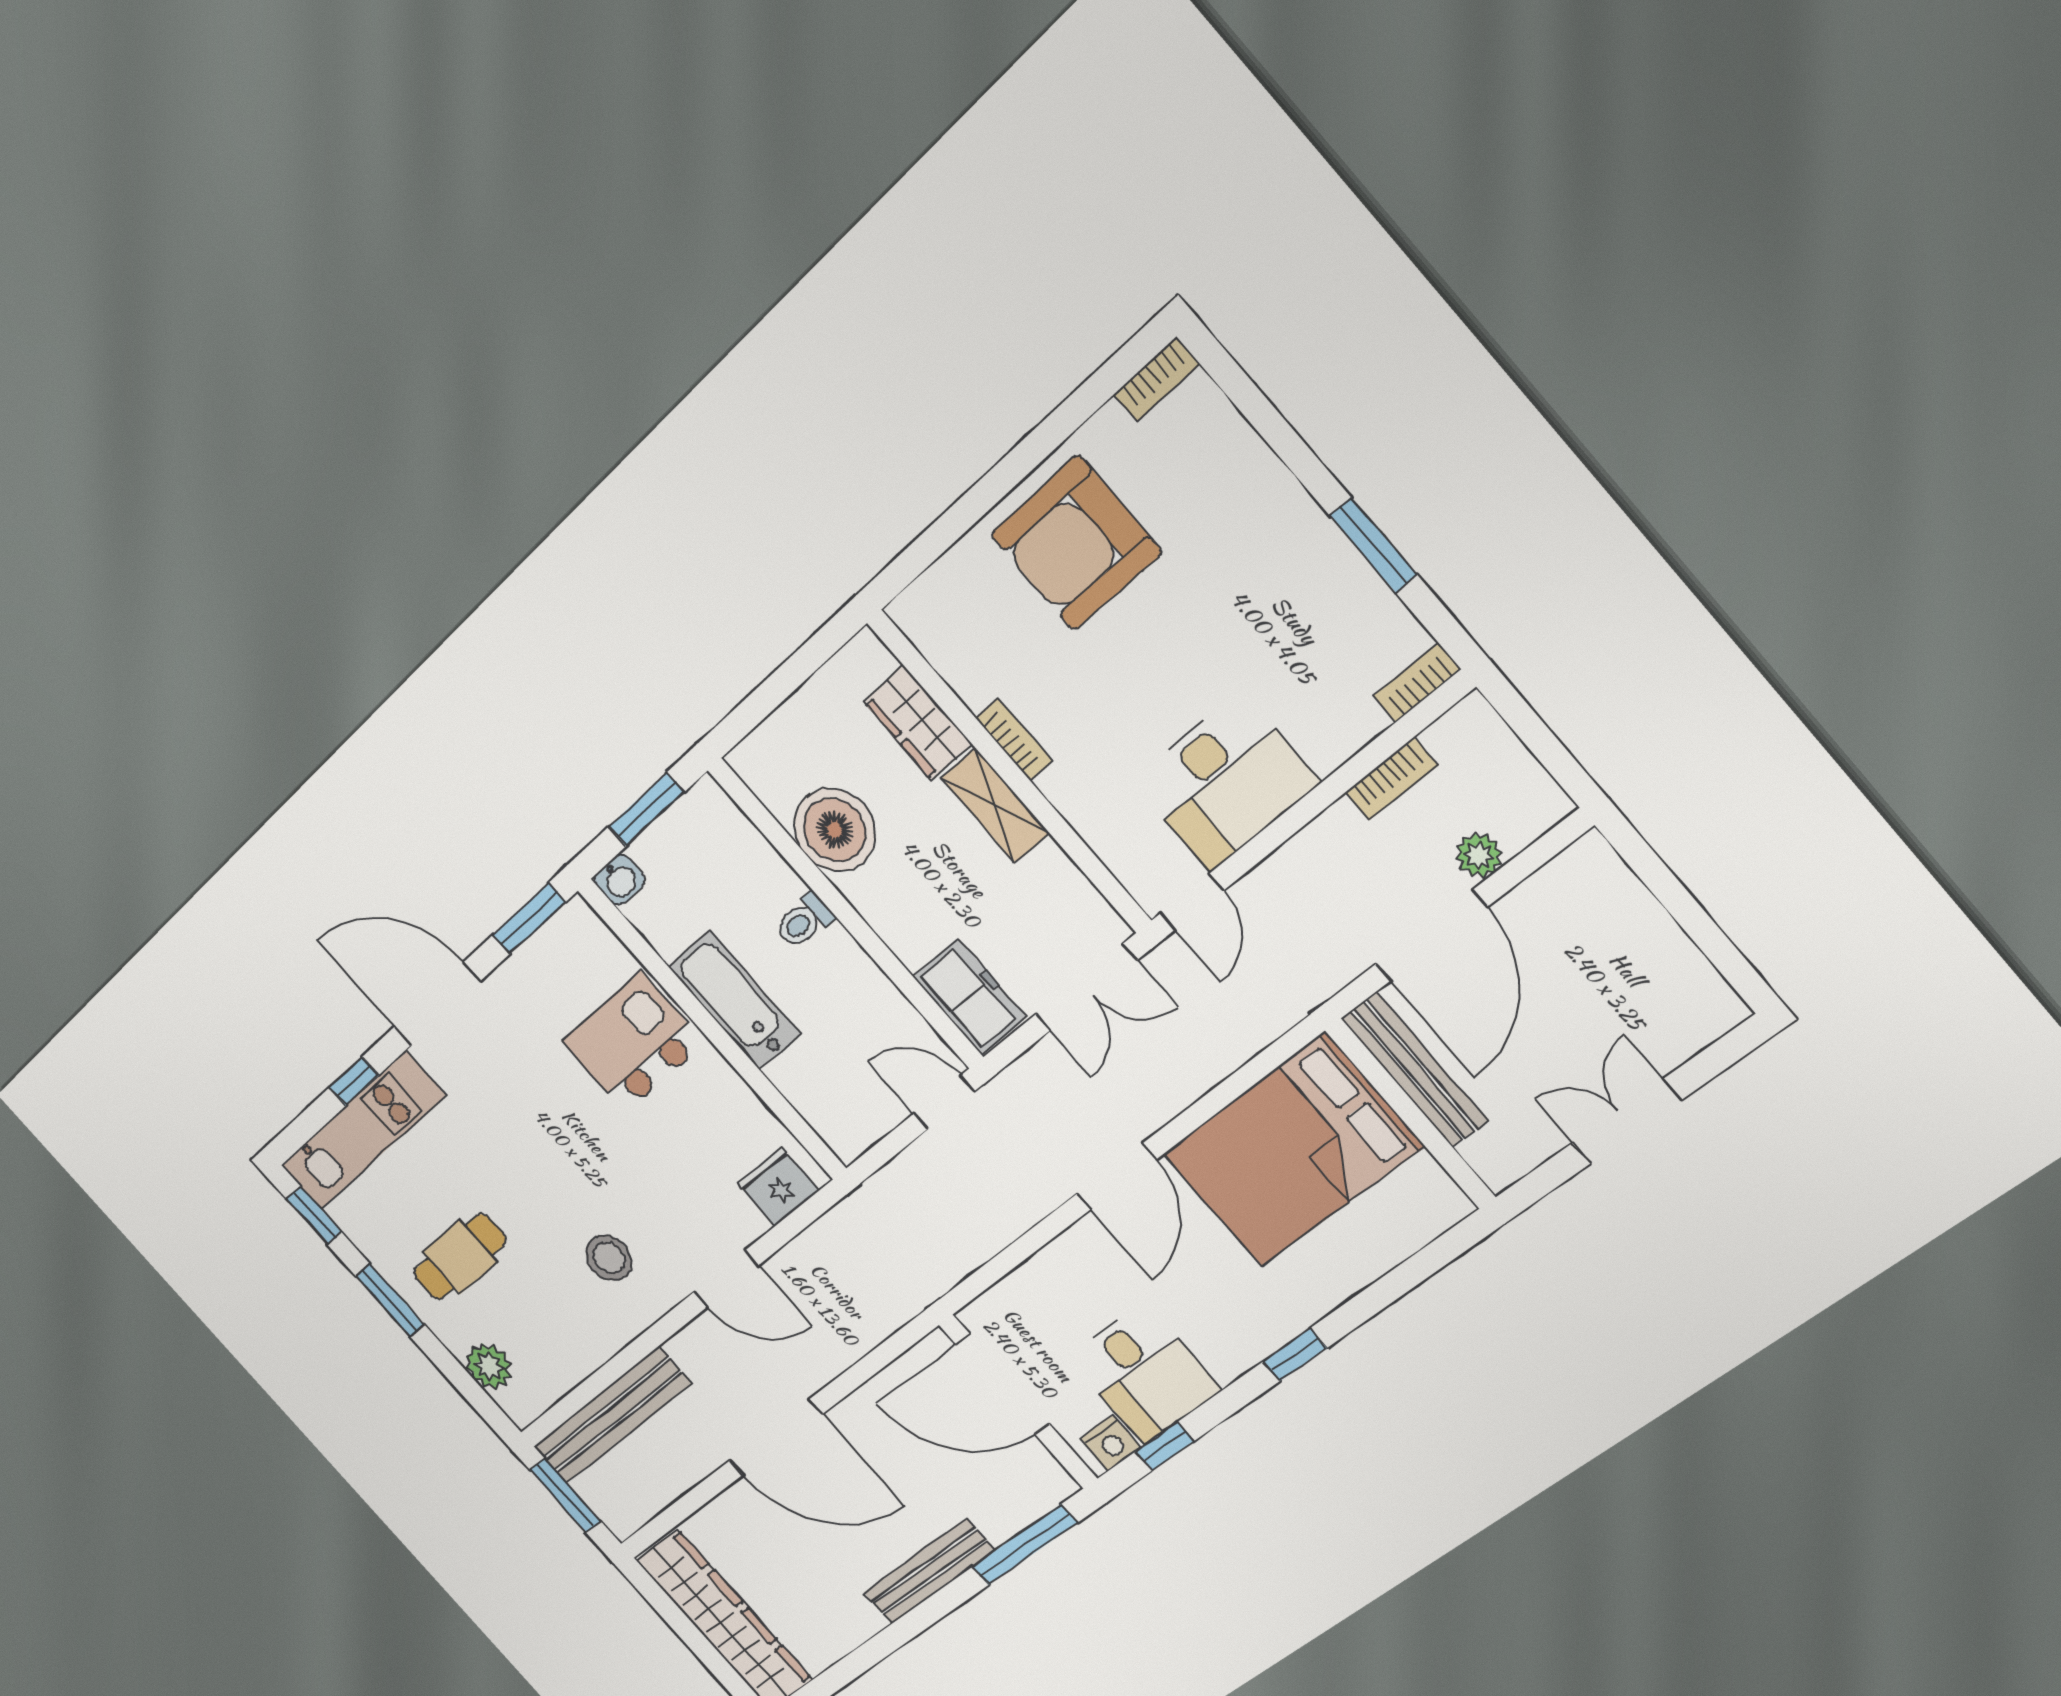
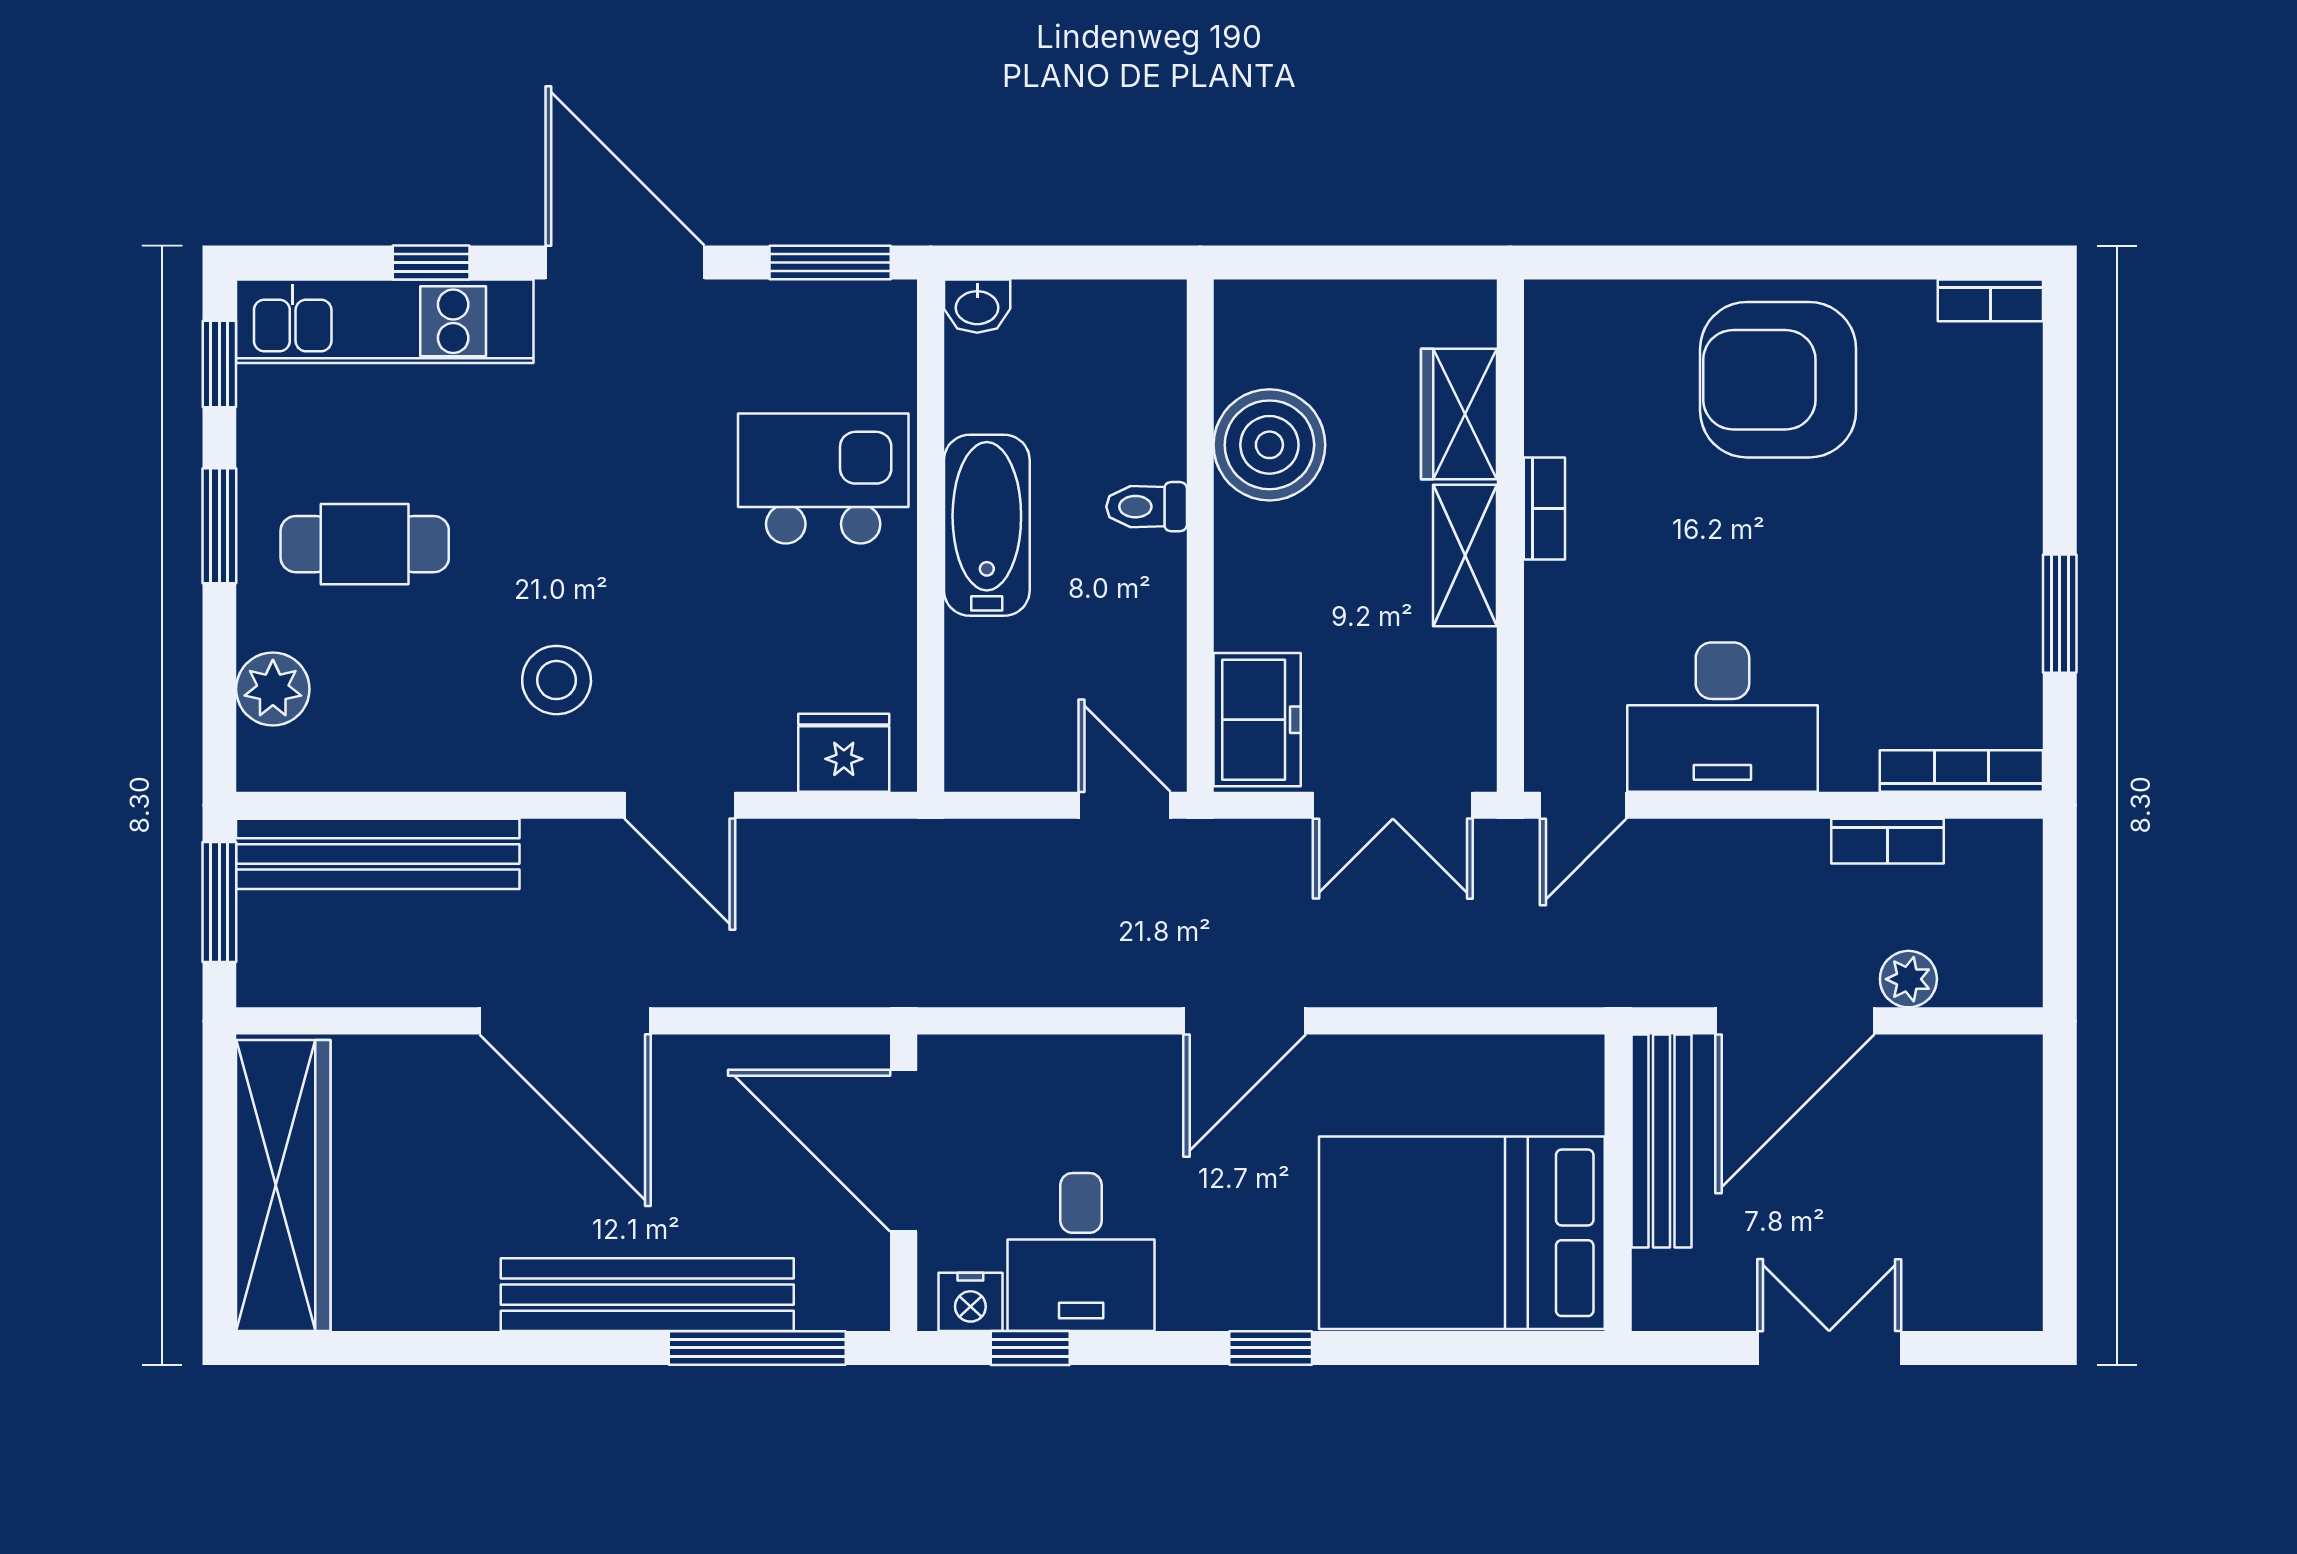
bookcase: (1417, 683) -> (1961, 771), width x1.56
window: (646, 809) -> (1079, 263), removed
bed: (1293, 1150) -> (1462, 1233), moved
bench: (929, 1572) -> (647, 1295), width x1.37, depth x1.21

